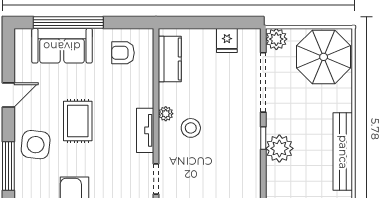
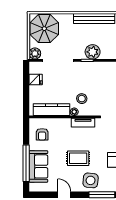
kitchen counter: (170, 59) -> (51, 110), width x1.50

